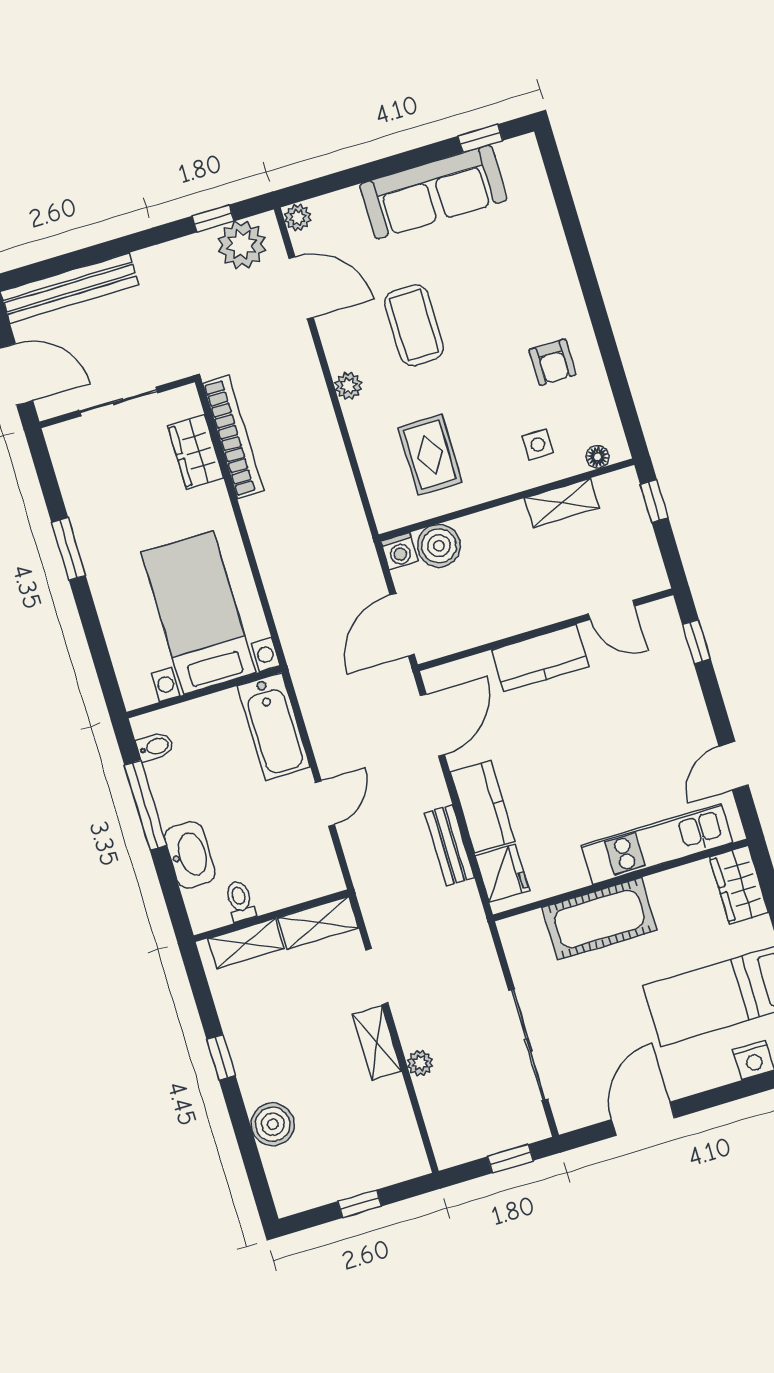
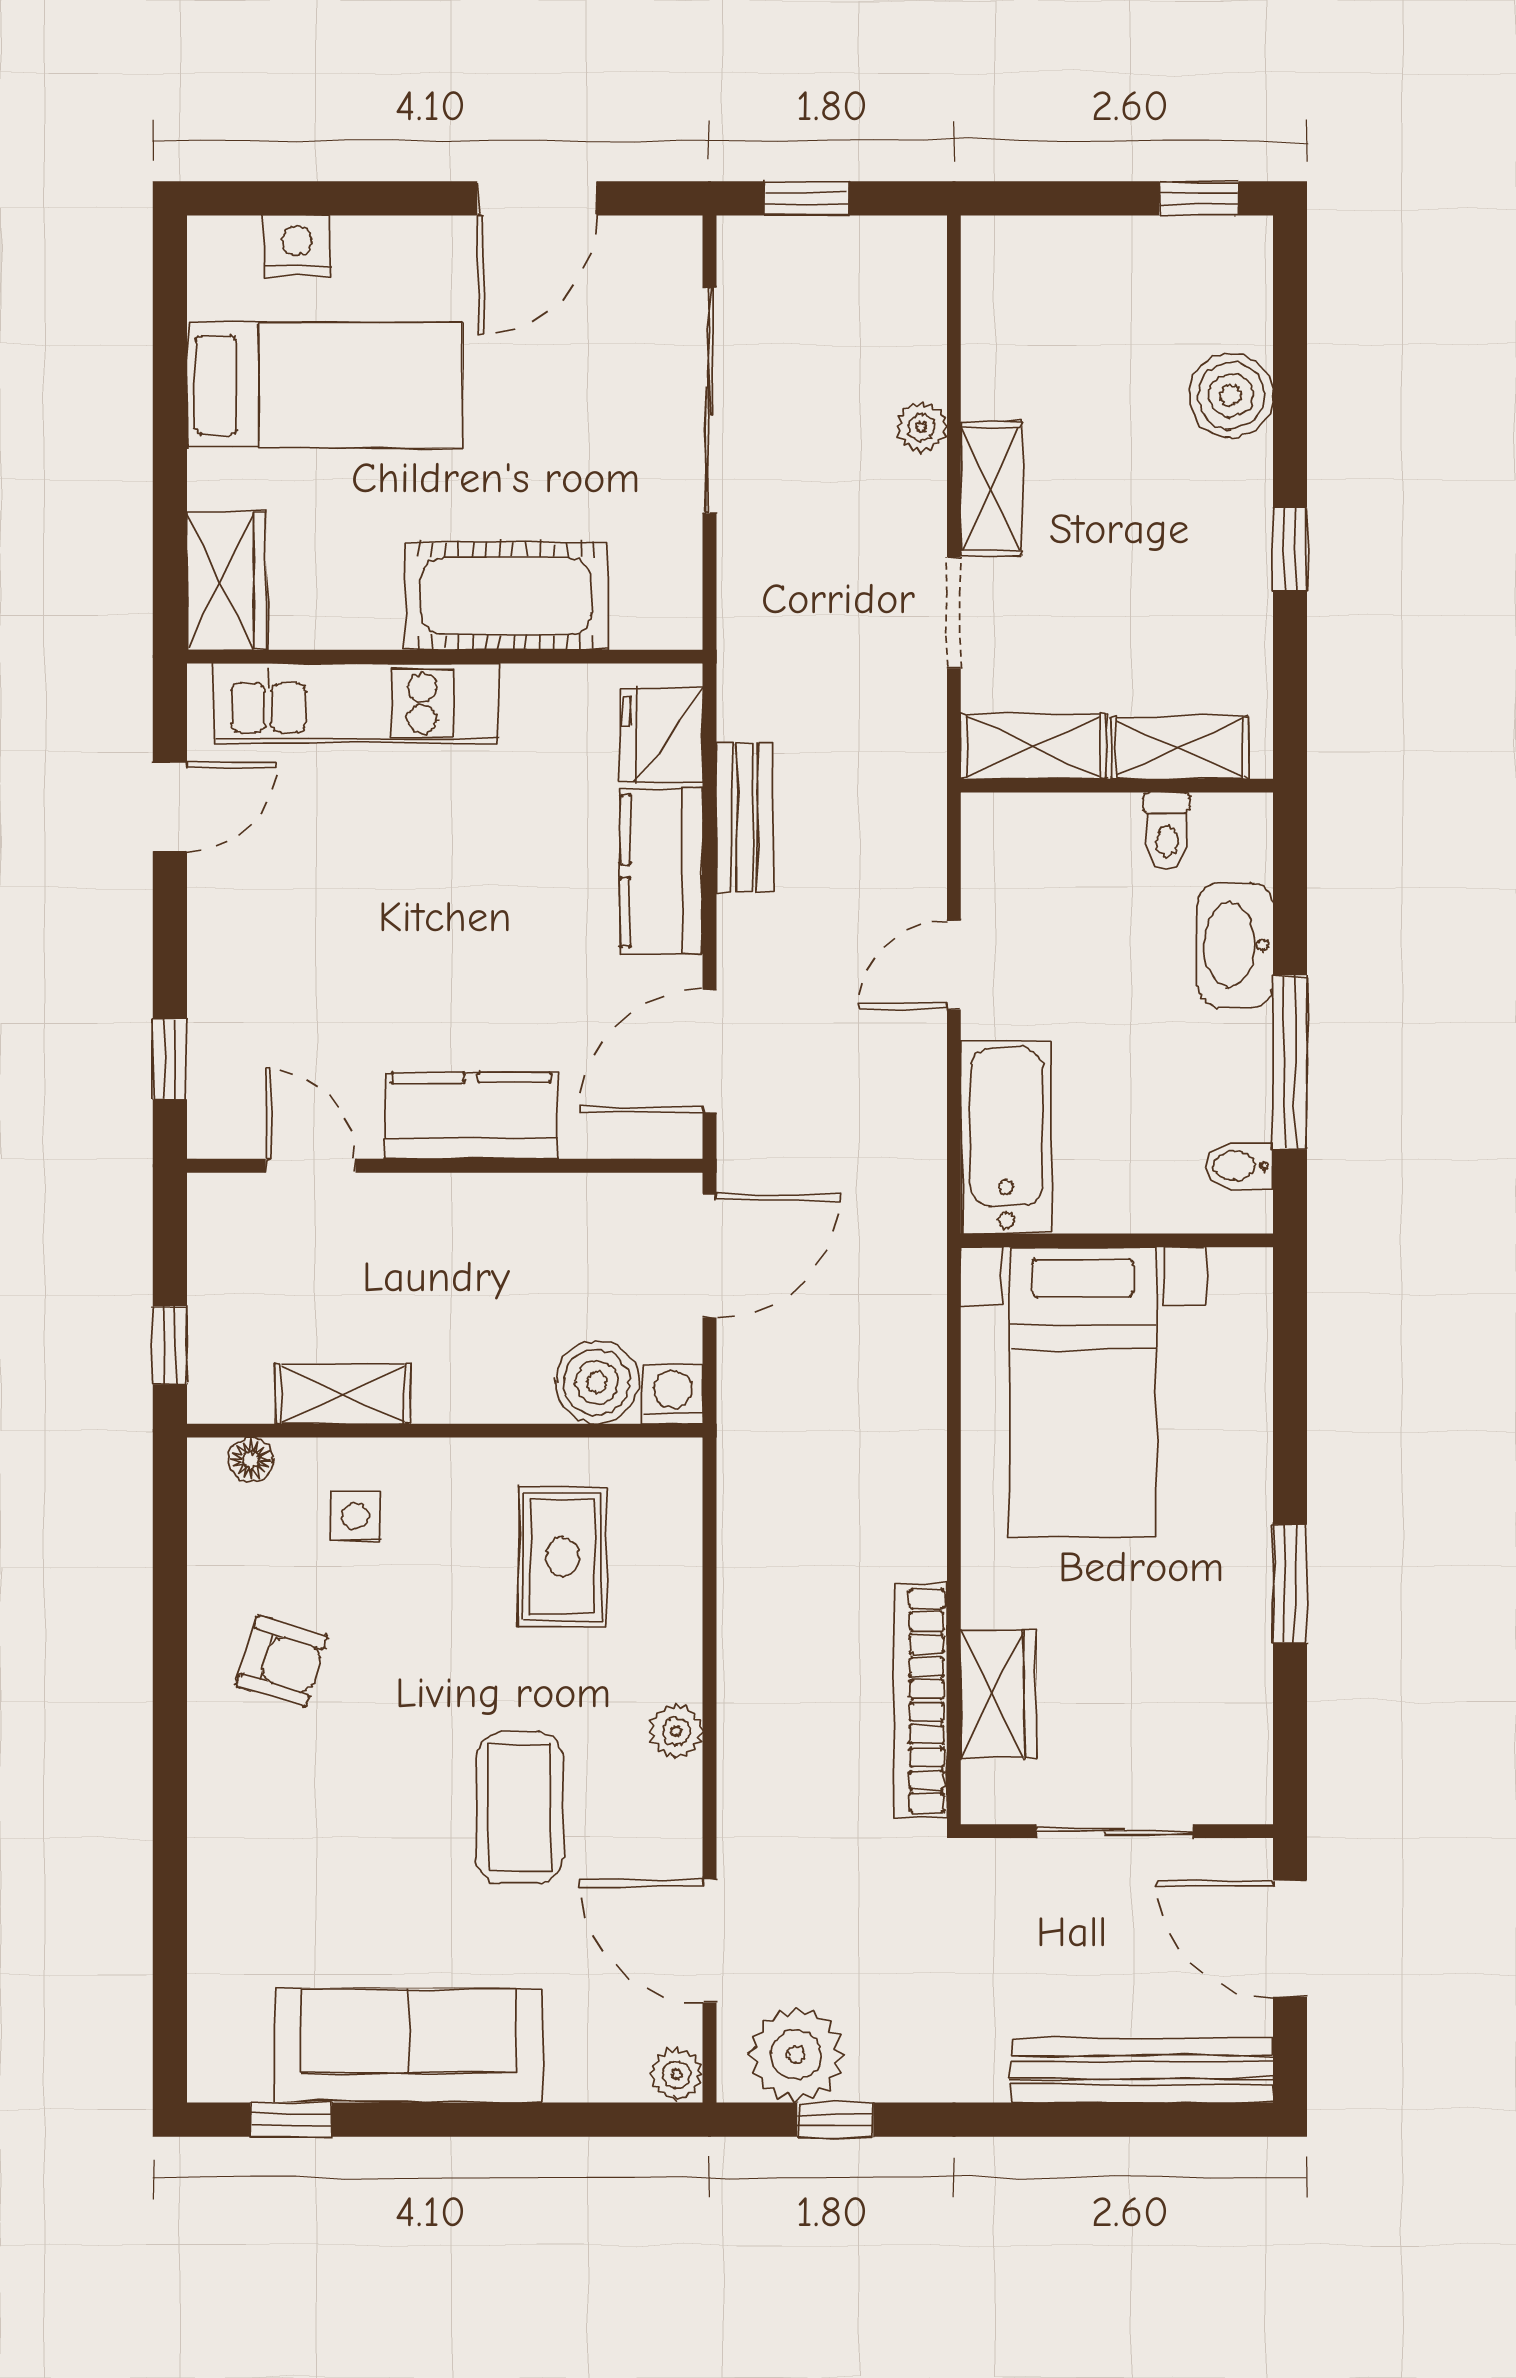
armchair: (553, 362) -> (282, 1661), turned 107
window: (360, 1204) -> (1199, 198), moved

